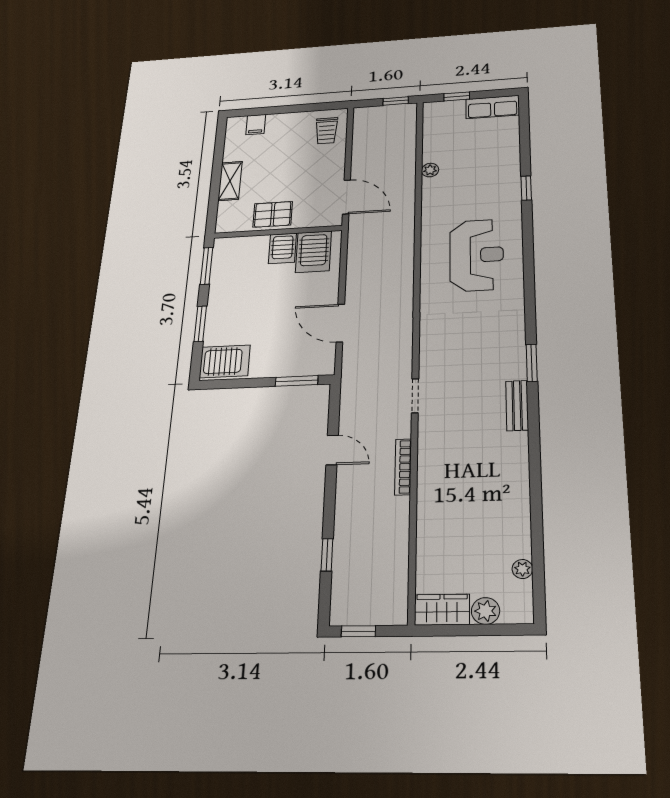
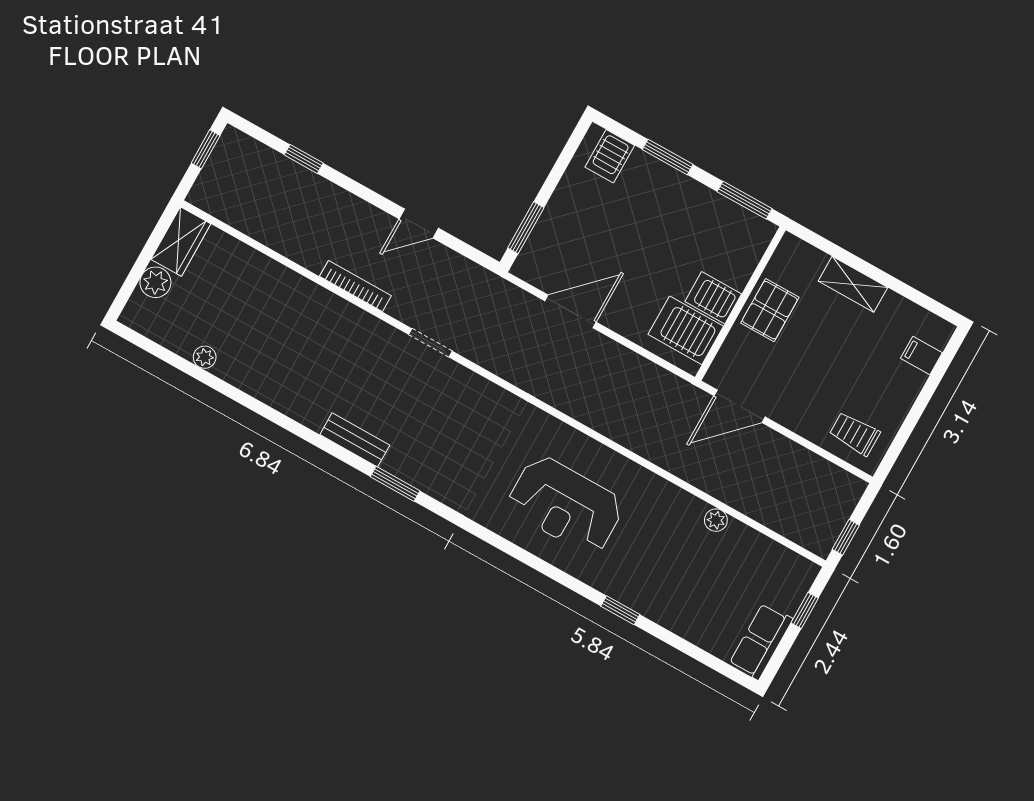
server rack: (225, 361) -> (610, 156), width x0.73, depth x0.70
plant: (522, 569) -> (205, 357), moved

